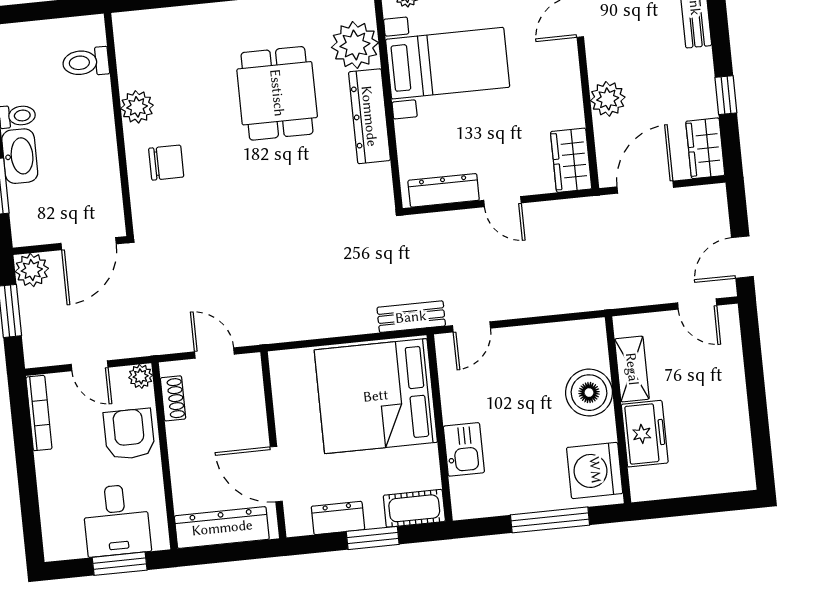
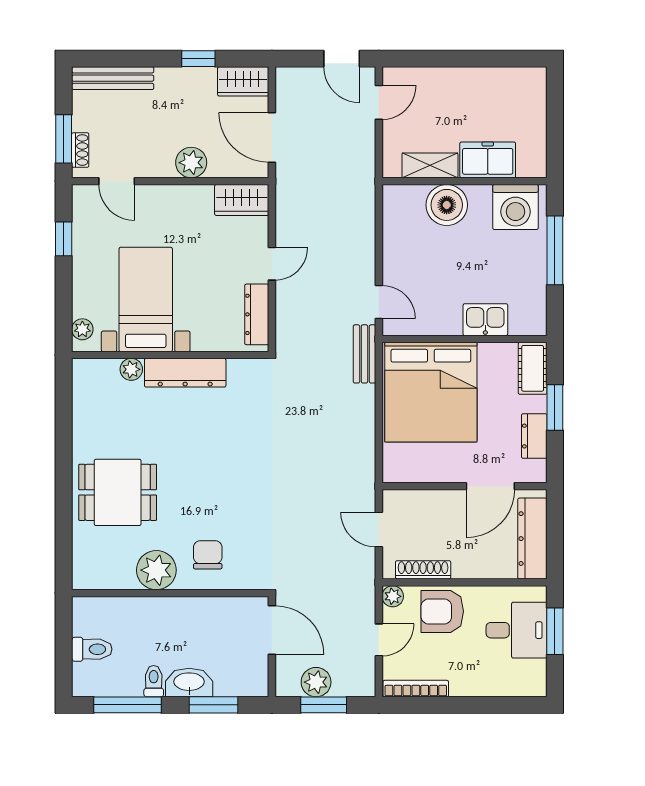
plant: (355, 45) -> (131, 369), width x0.53, depth x0.53
toilet: (86, 62) -> (92, 649), moved, turned -90
dining table: (277, 93) -> (118, 492), moved
plant: (137, 107) -> (156, 570), width x1.36, depth x1.36
plant: (32, 270) -> (316, 682), moved
door: (214, 353) -> (379, 530), hinge flipped
shoe rack: (173, 398) -> (423, 570), width x1.43

